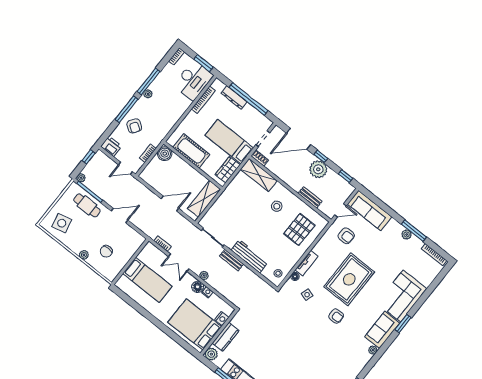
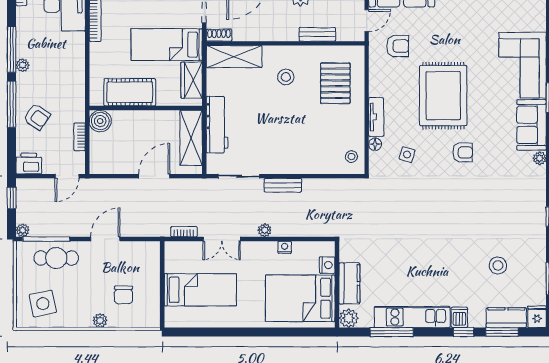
workbench: (249, 256) -> (217, 125), moved, turned 90
floor lamp: (198, 287) -> (268, 250), removed

